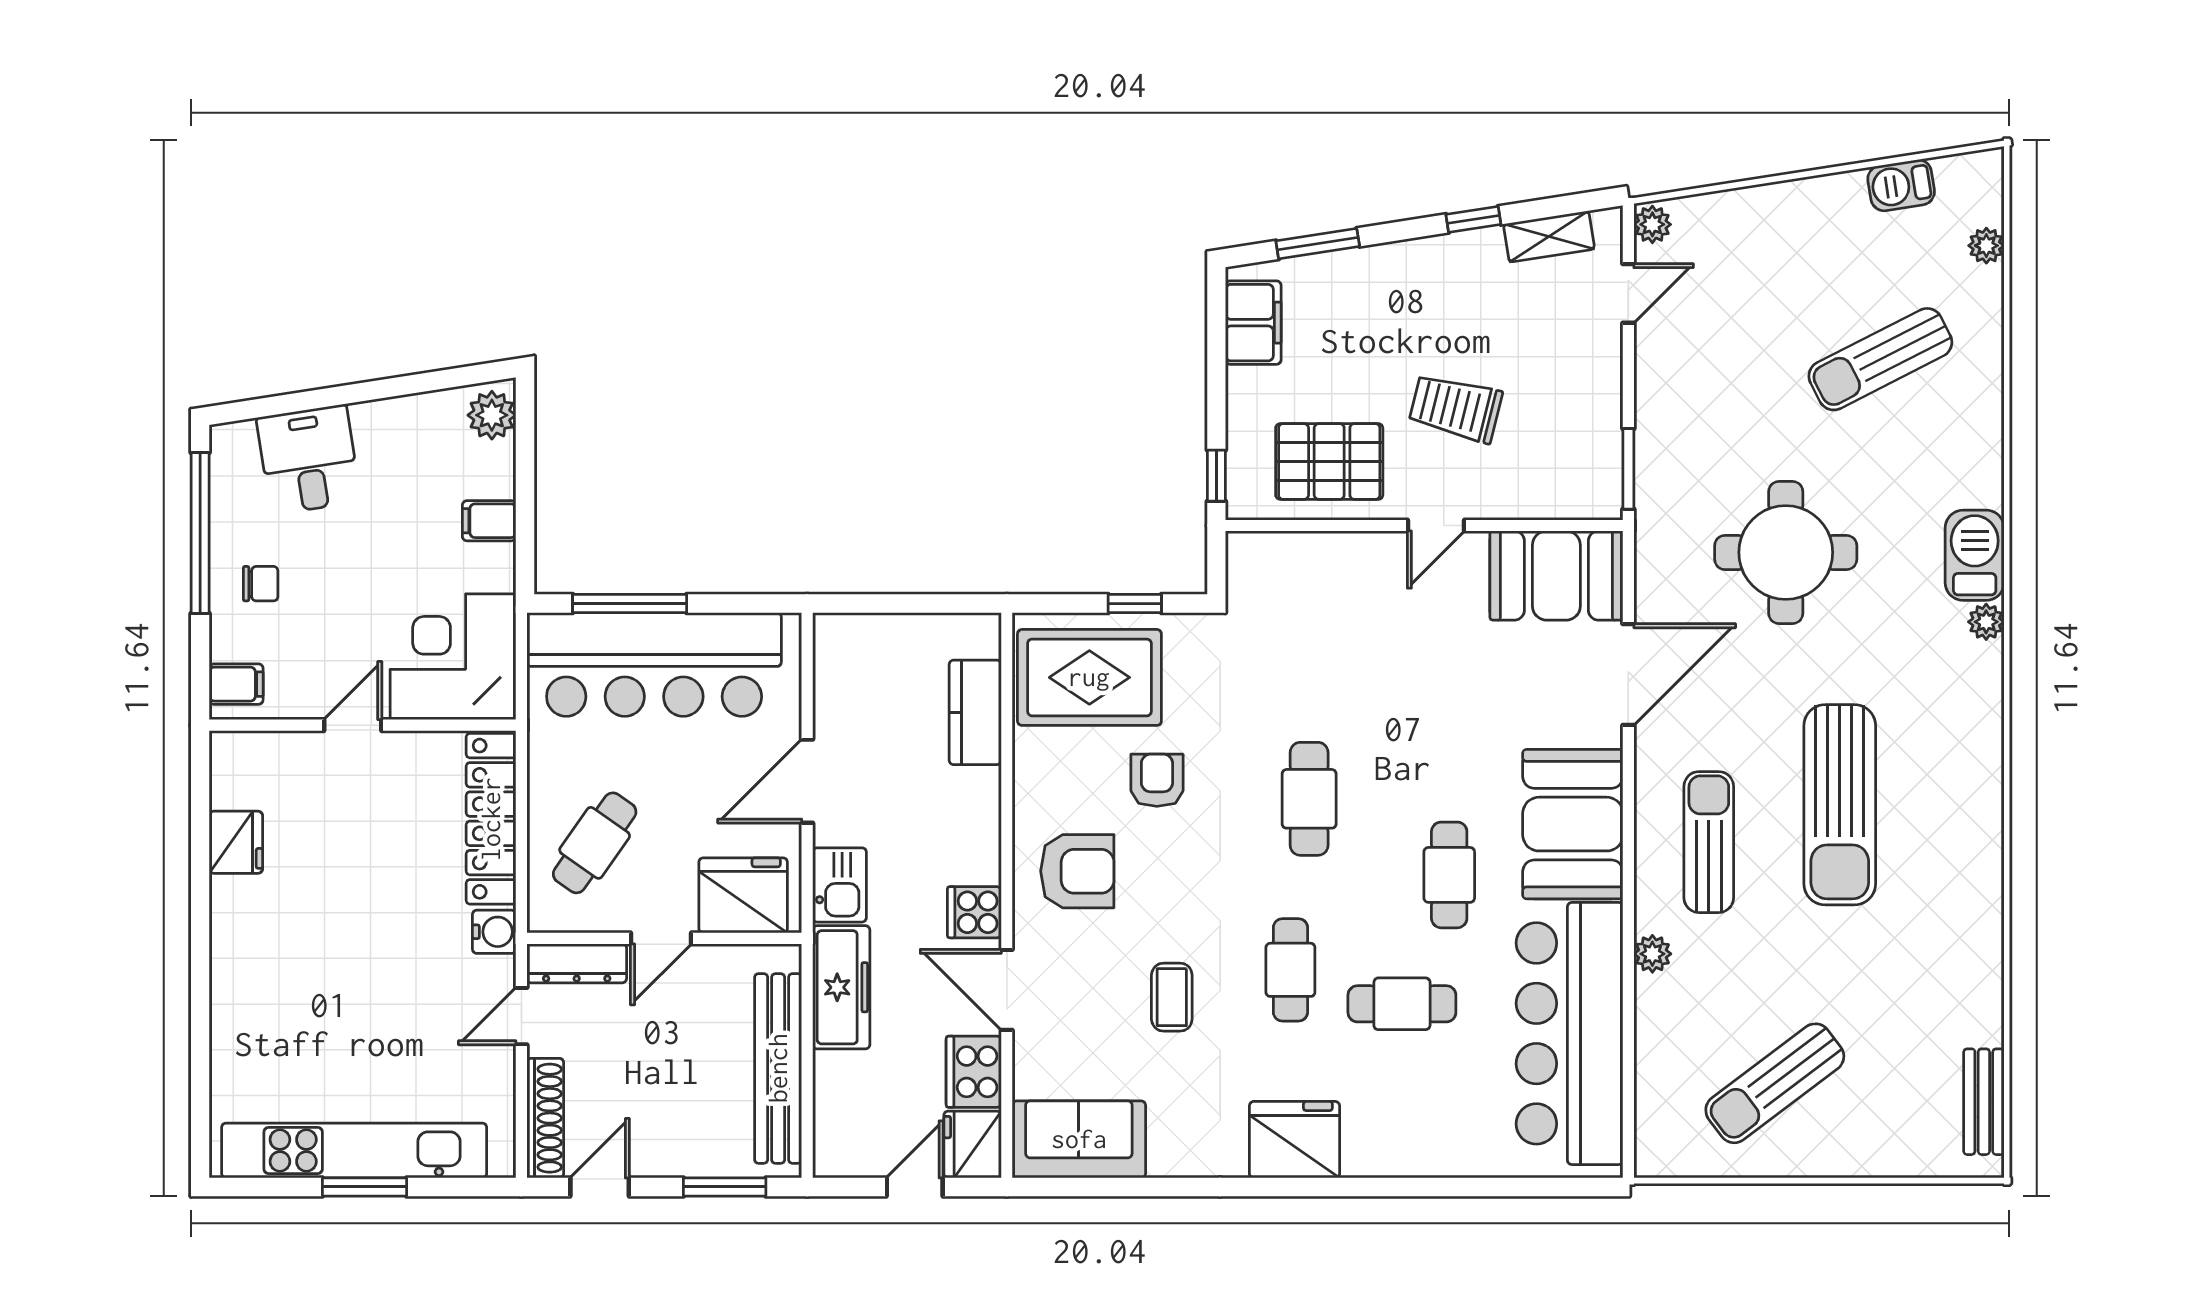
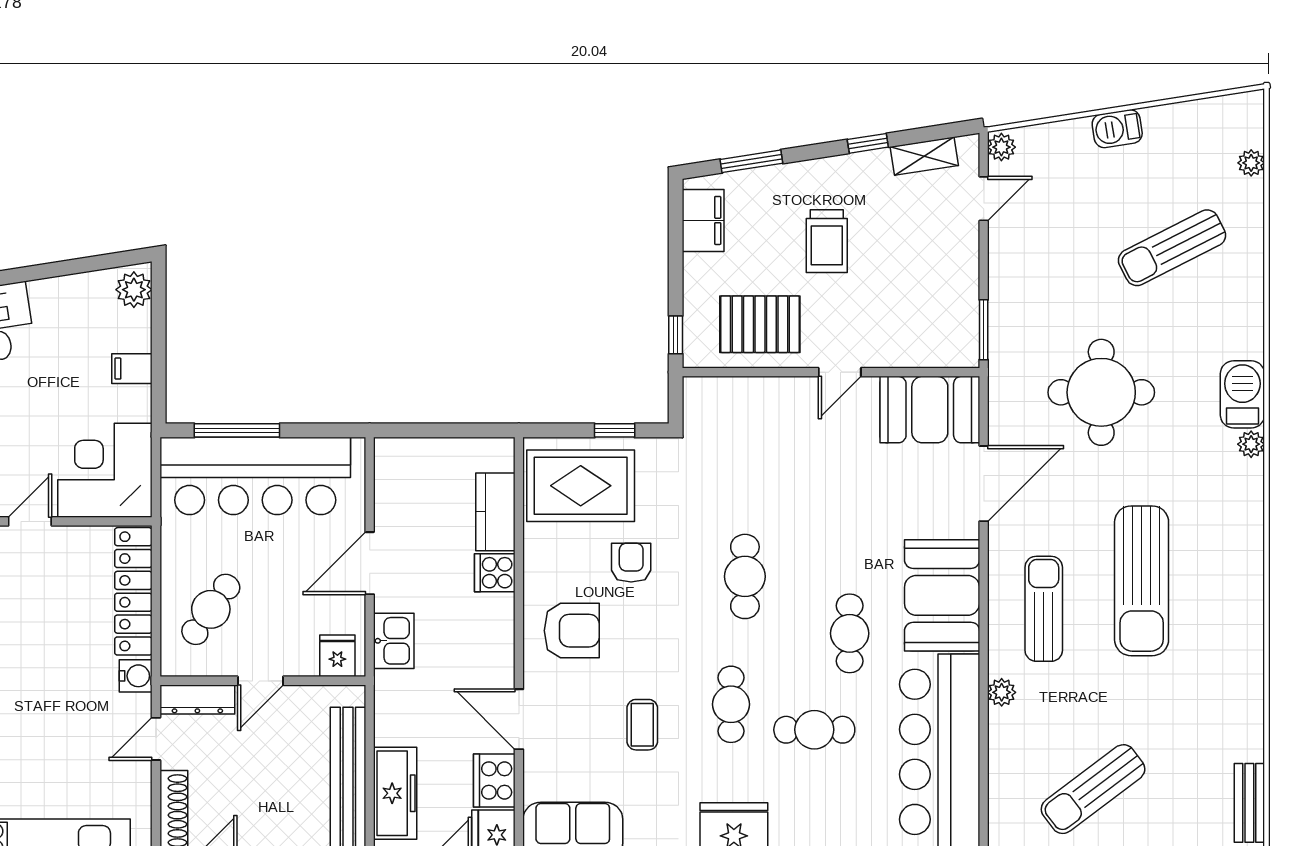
barbecue: (1901, 185) -> (1117, 129), moved
trolley: (1456, 408) -> (827, 241), moved, turned -104
fridge: (743, 895) -> (337, 656), width x0.53, depth x0.75
cooker: (974, 912) -> (495, 573), moved
freezer: (841, 987) -> (395, 793), moved

